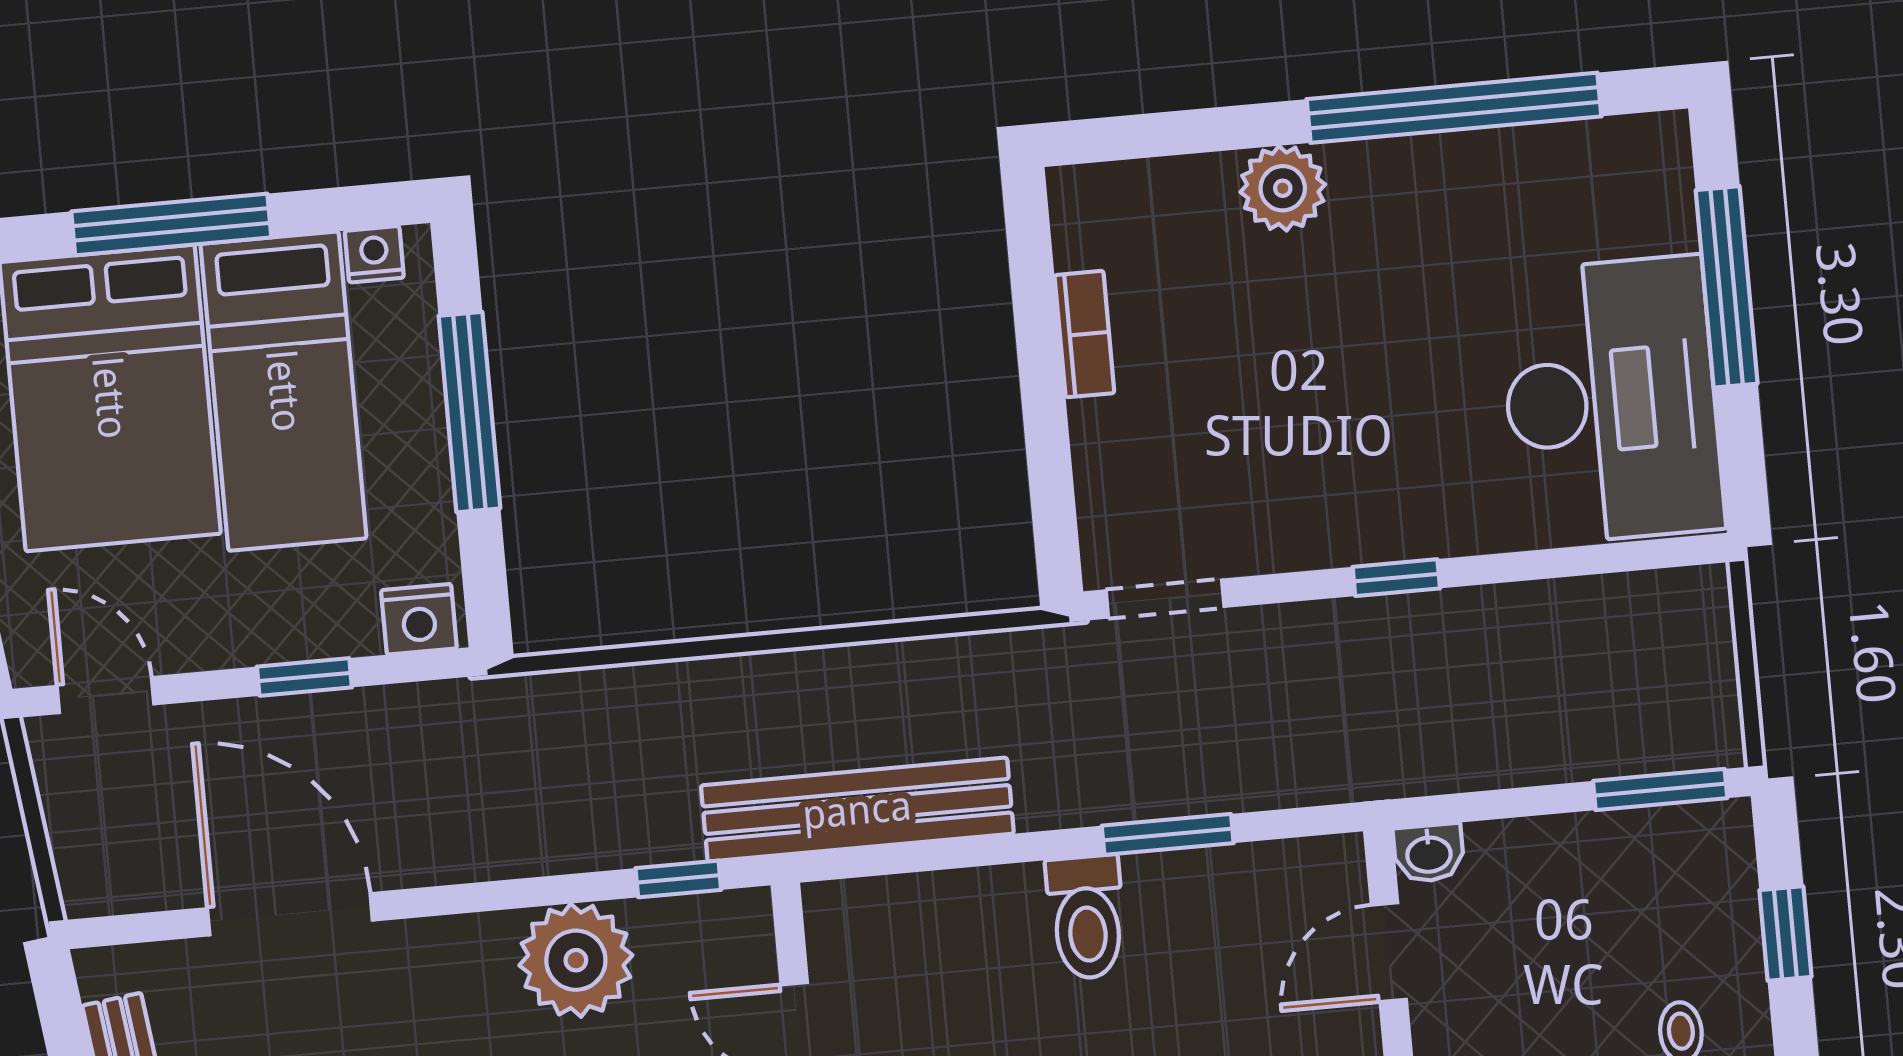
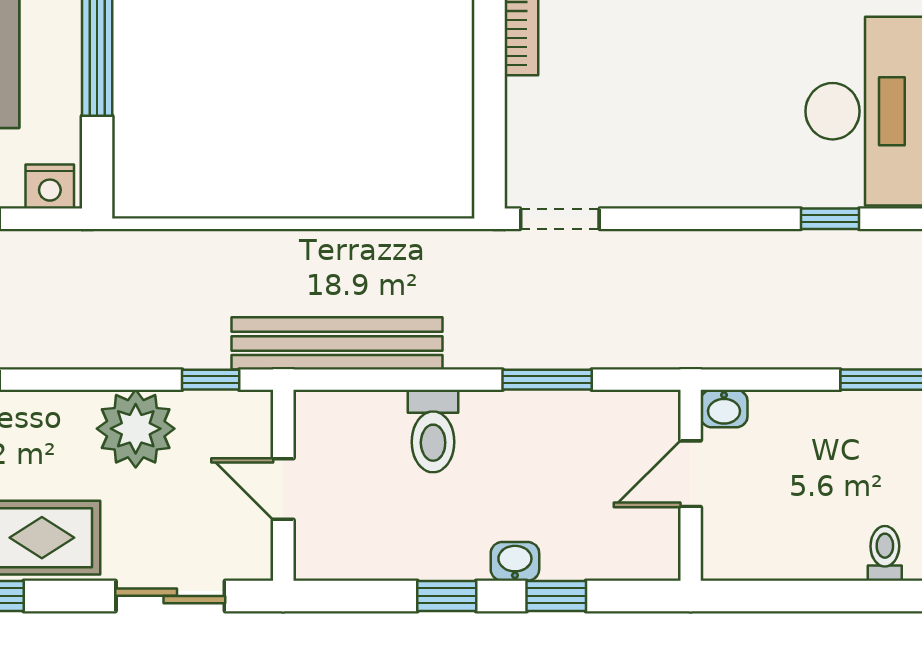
window: (1396, 578) -> (830, 219), moved
toilet: (1086, 917) -> (433, 431), moved

